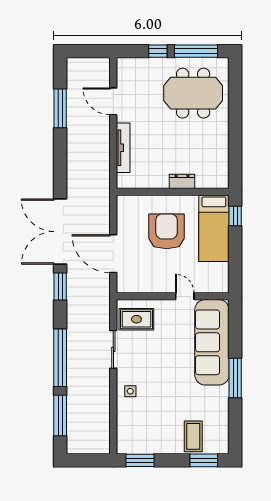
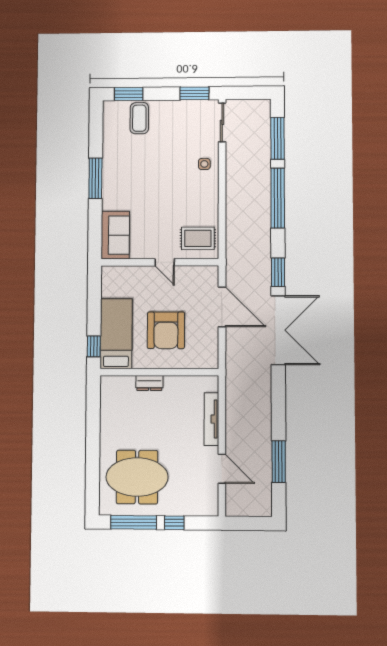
door: (185, 296) -> (165, 262), moved
sofa: (212, 342) -> (115, 235), width x0.54, depth x0.79
sliding door: (113, 349) -> (222, 122), moved

